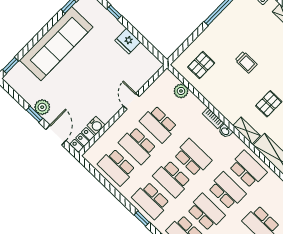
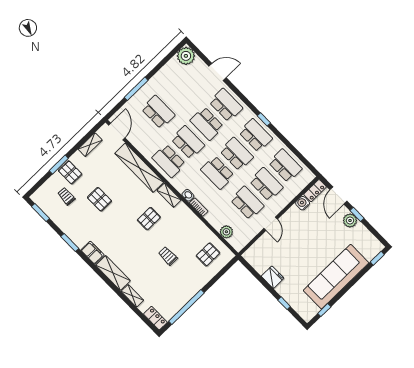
school desk: (227, 191) -> (188, 142), turned 180

